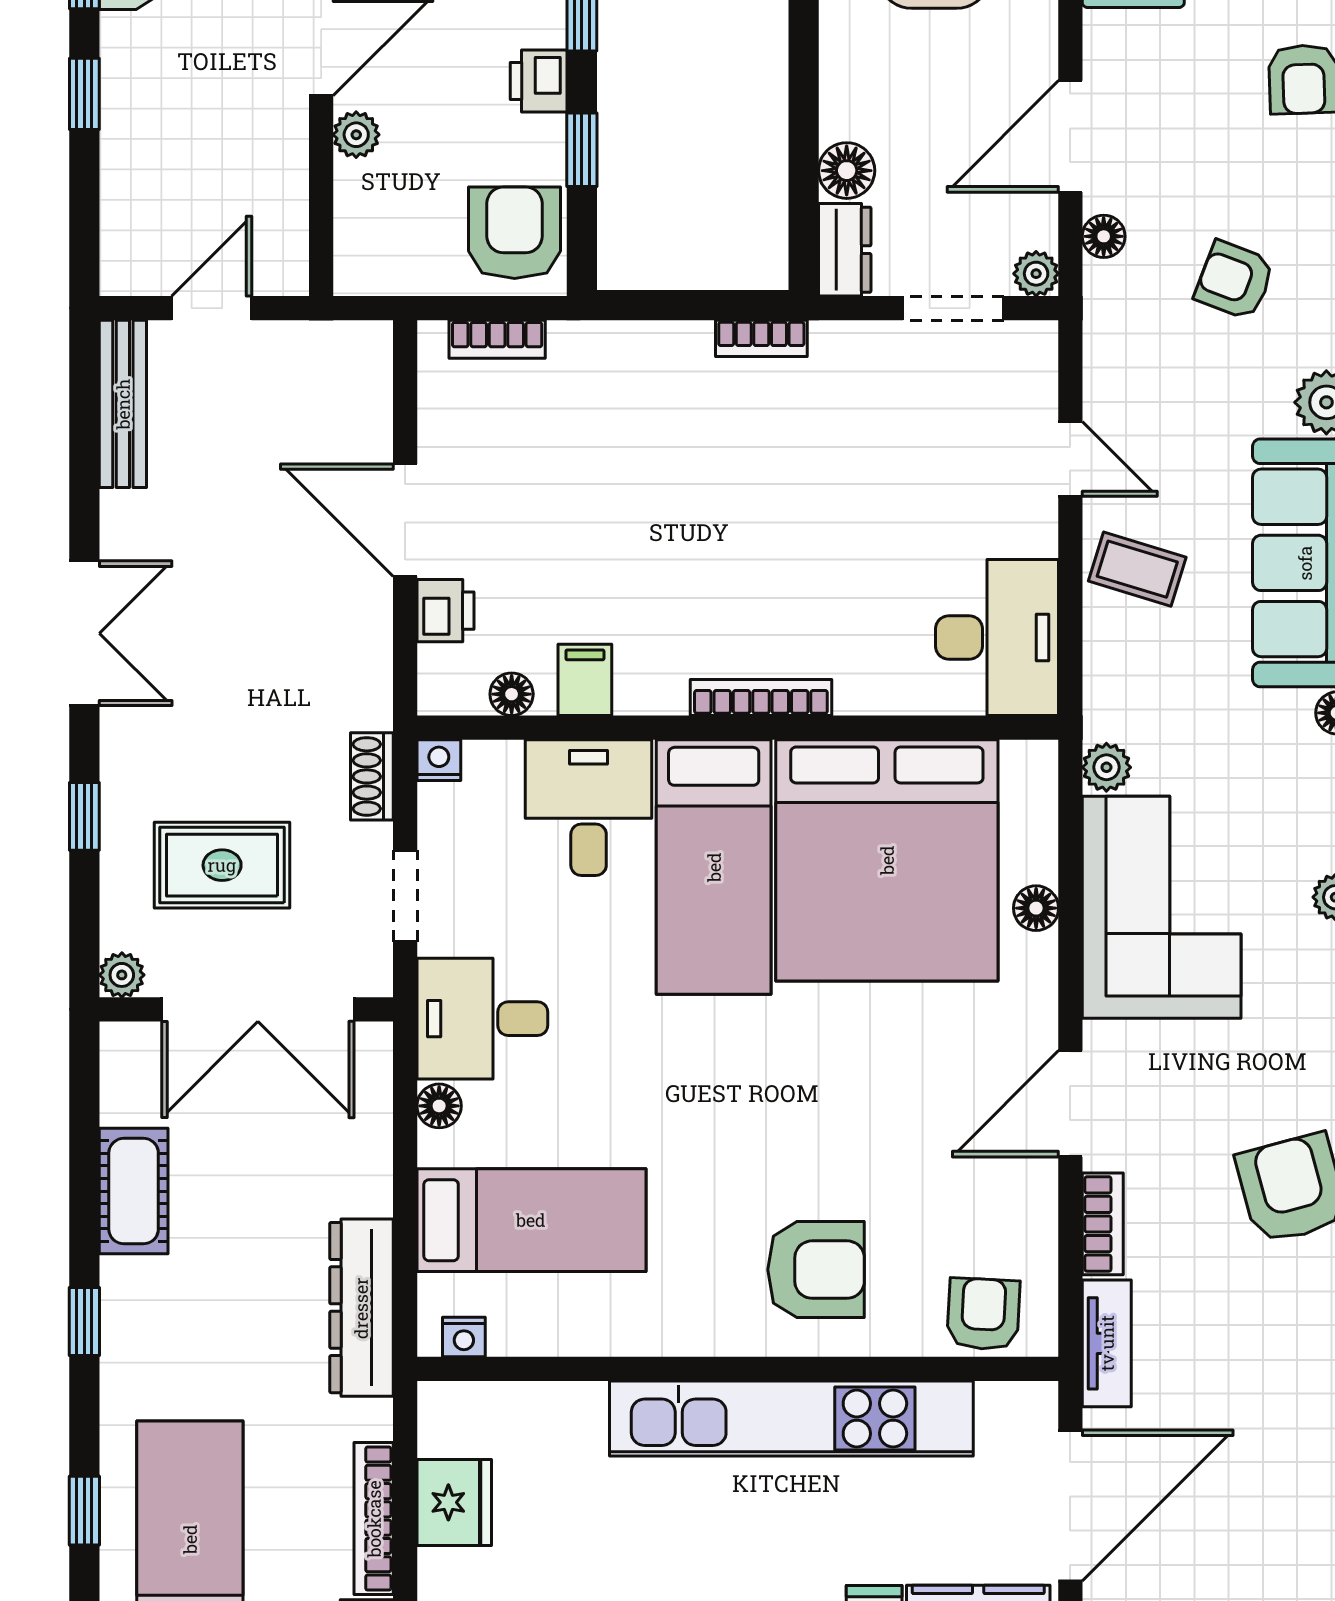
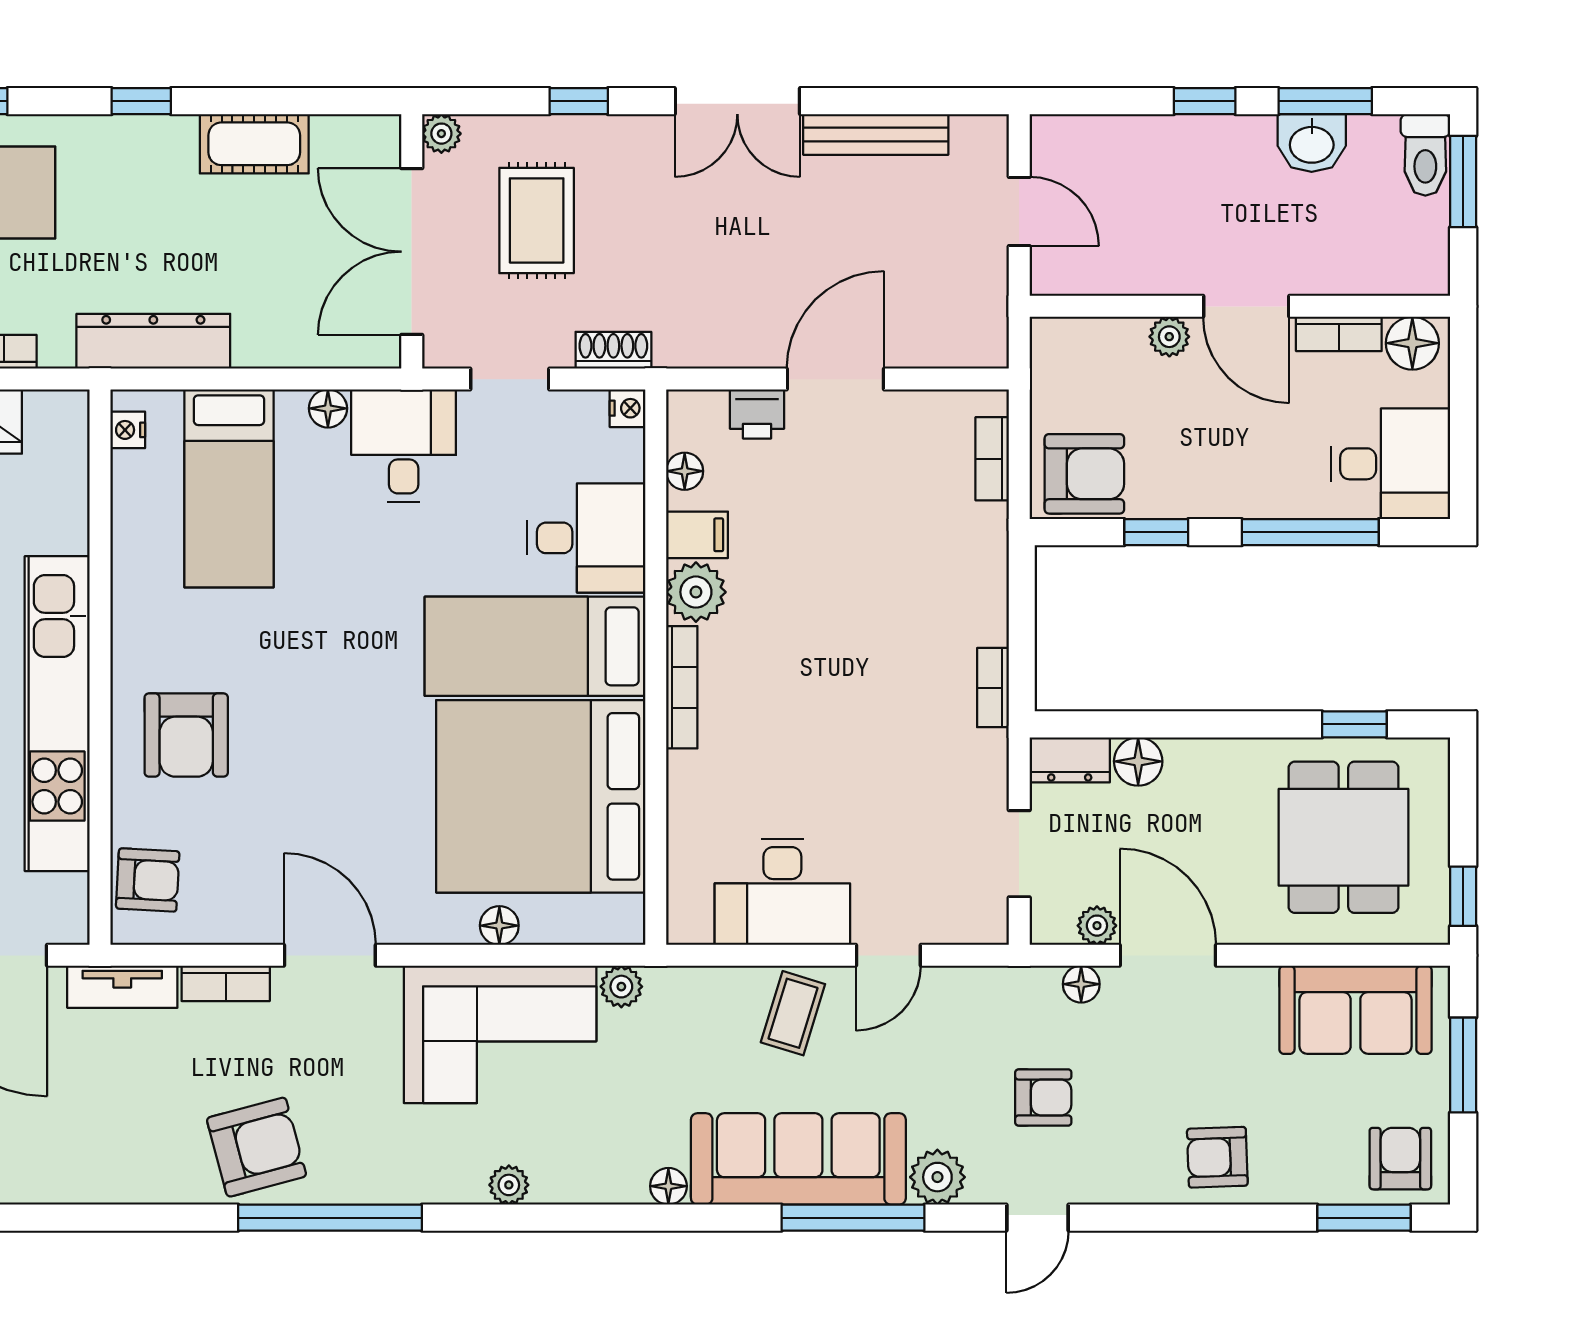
printer: (539, 81) -> (1216, 495), removed
plant: (1036, 274) -> (1097, 926), moved
armchair: (1235, 280) -> (1043, 1097), turned 69
bench: (123, 404) -> (876, 135), moved
desk: (997, 637) -> (782, 892), moved
plant: (651, 681) -> (696, 592), added

